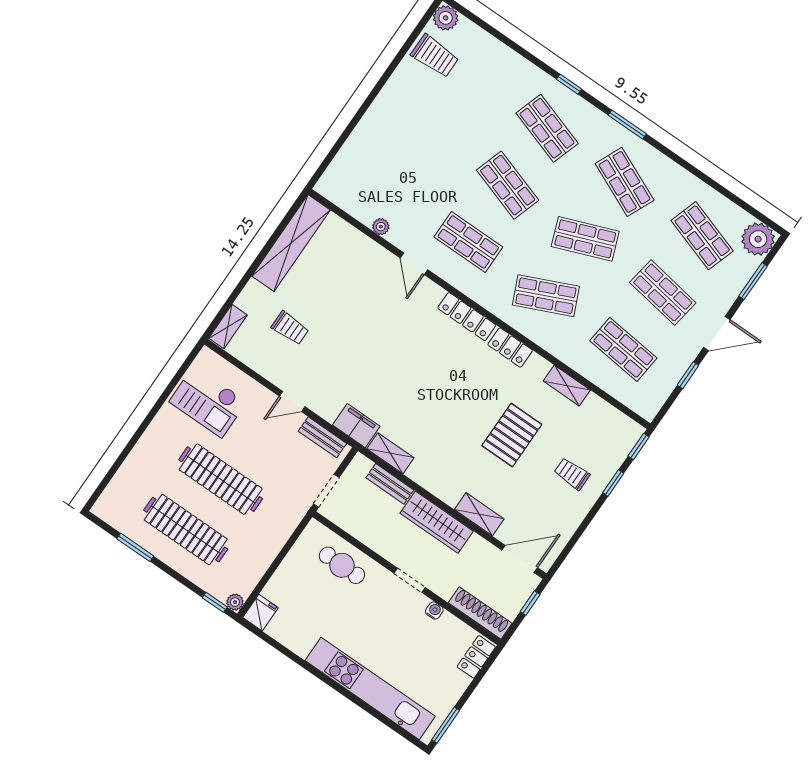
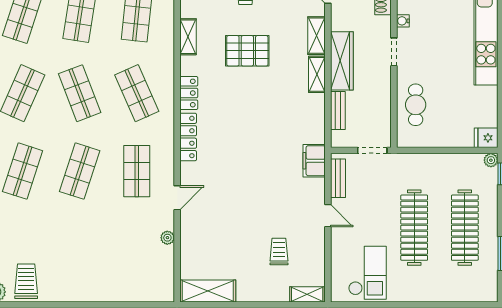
shelving: (291, 243) -> (208, 291), width x0.68
shelving: (390, 453) -> (317, 74), moved

